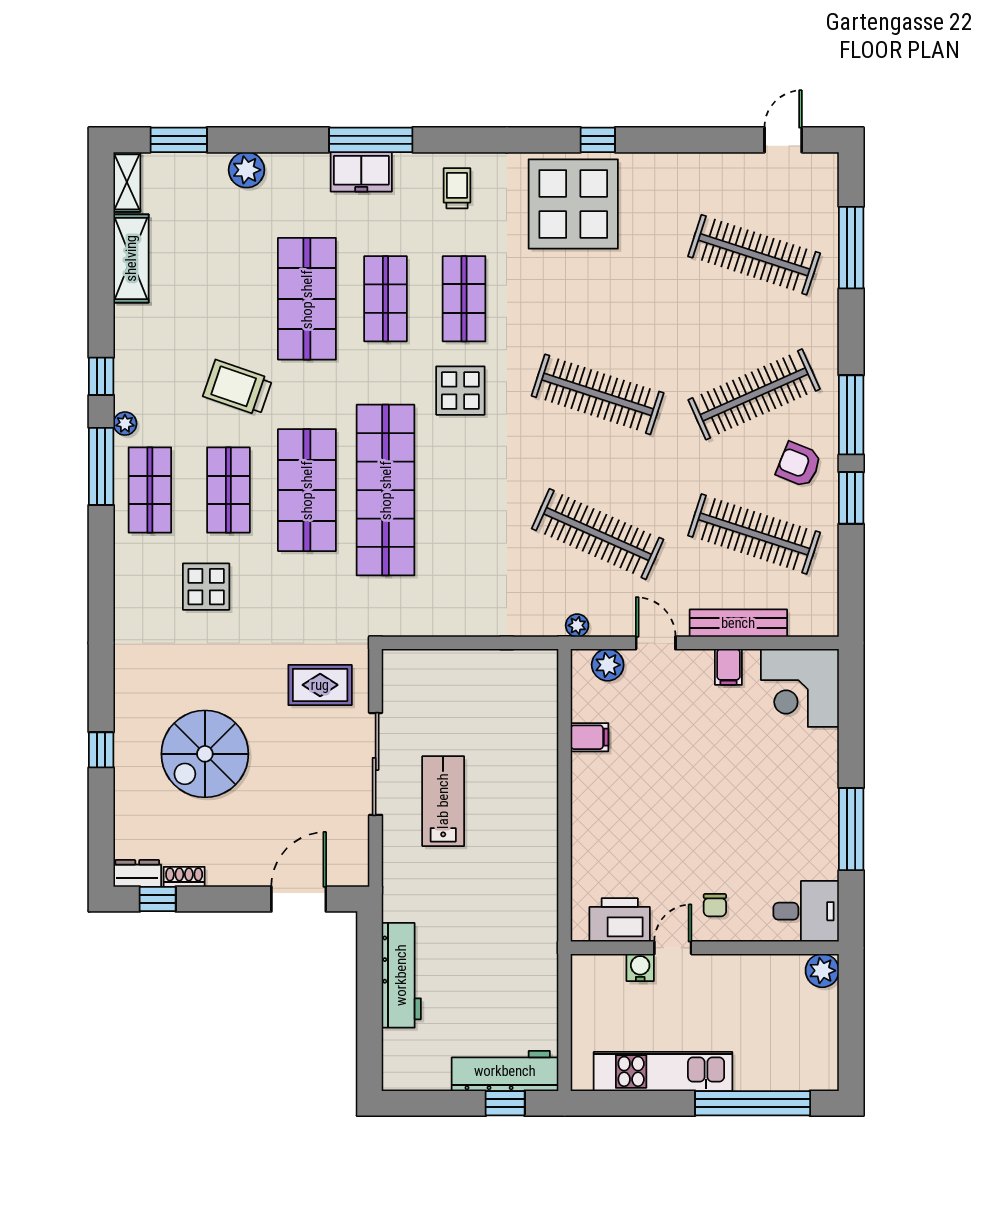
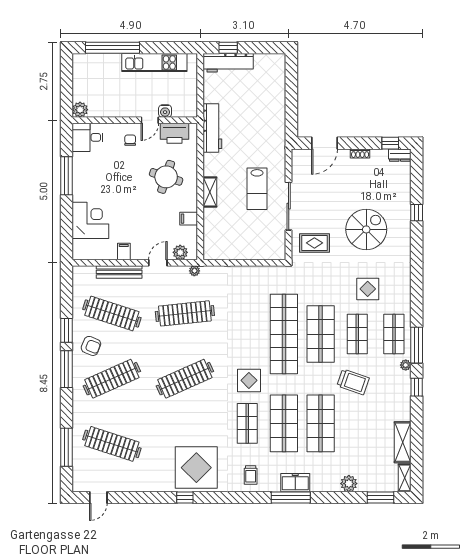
shop shelf: (386, 299) -> (284, 423), width x1.43, depth x1.36
clothes rail: (598, 394) -> (185, 379), turned -42
clothes rail: (598, 534) -> (185, 313), turned -30
door: (656, 643) -> (158, 263), swing flipped
corner desk: (800, 688) -> (90, 220), moved
spiral stairs: (205, 754) -> (366, 229), moved
shelving: (544, 794) -> (210, 192), added
round table: (638, 827) -> (166, 177), added
shoe rack: (184, 877) -> (360, 153), moved
workbench: (401, 975) -> (212, 128), moved, turned 180

